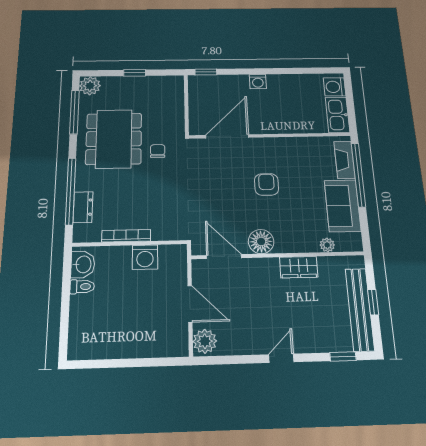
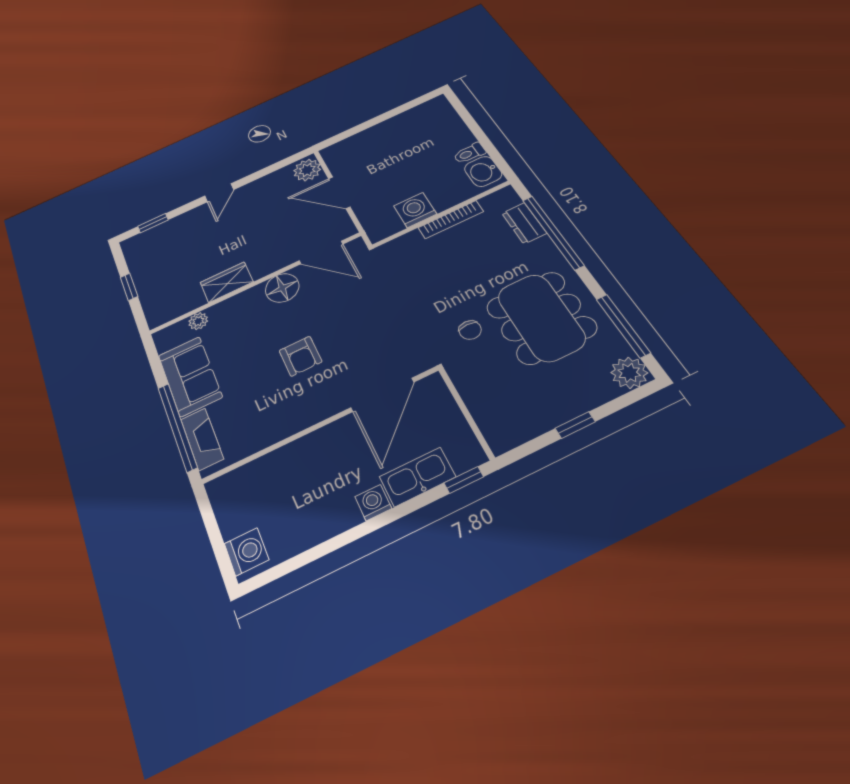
kitchen sink: (338, 115) -> (417, 477), moved, turned -90
bench: (360, 309) -> (143, 273), removed

